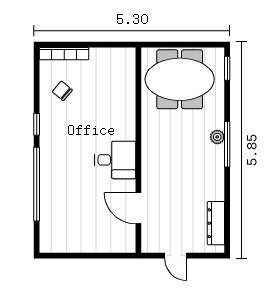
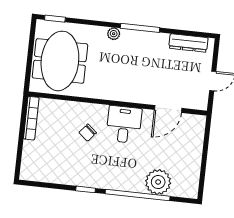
bookcase: (64, 54) -> (31, 118), moved
chair: (62, 91) -> (88, 133), moved
window: (227, 144) -> (140, 28), moved
plant: (54, 206) -> (158, 182), added

